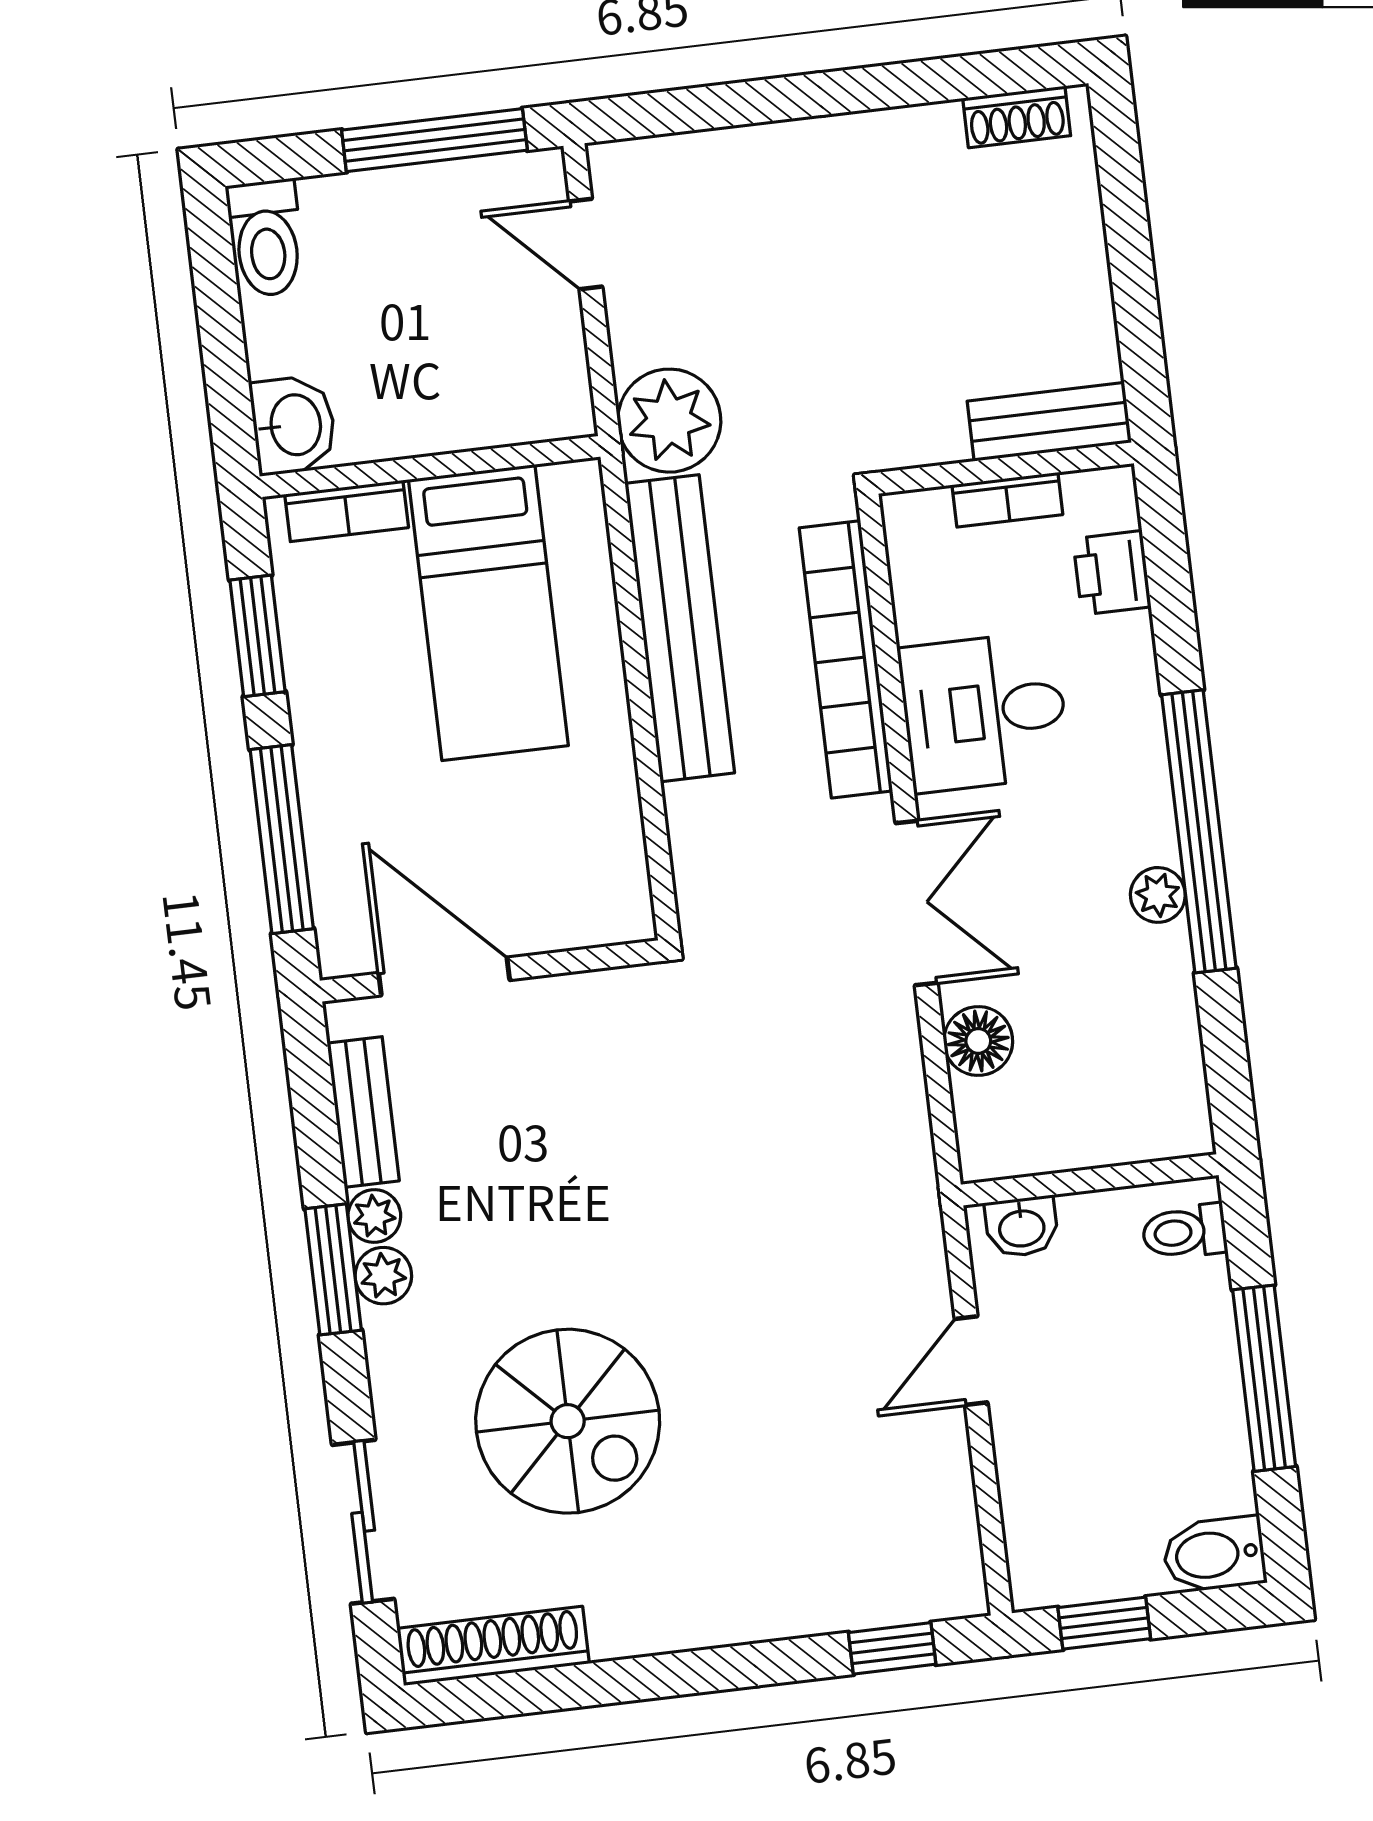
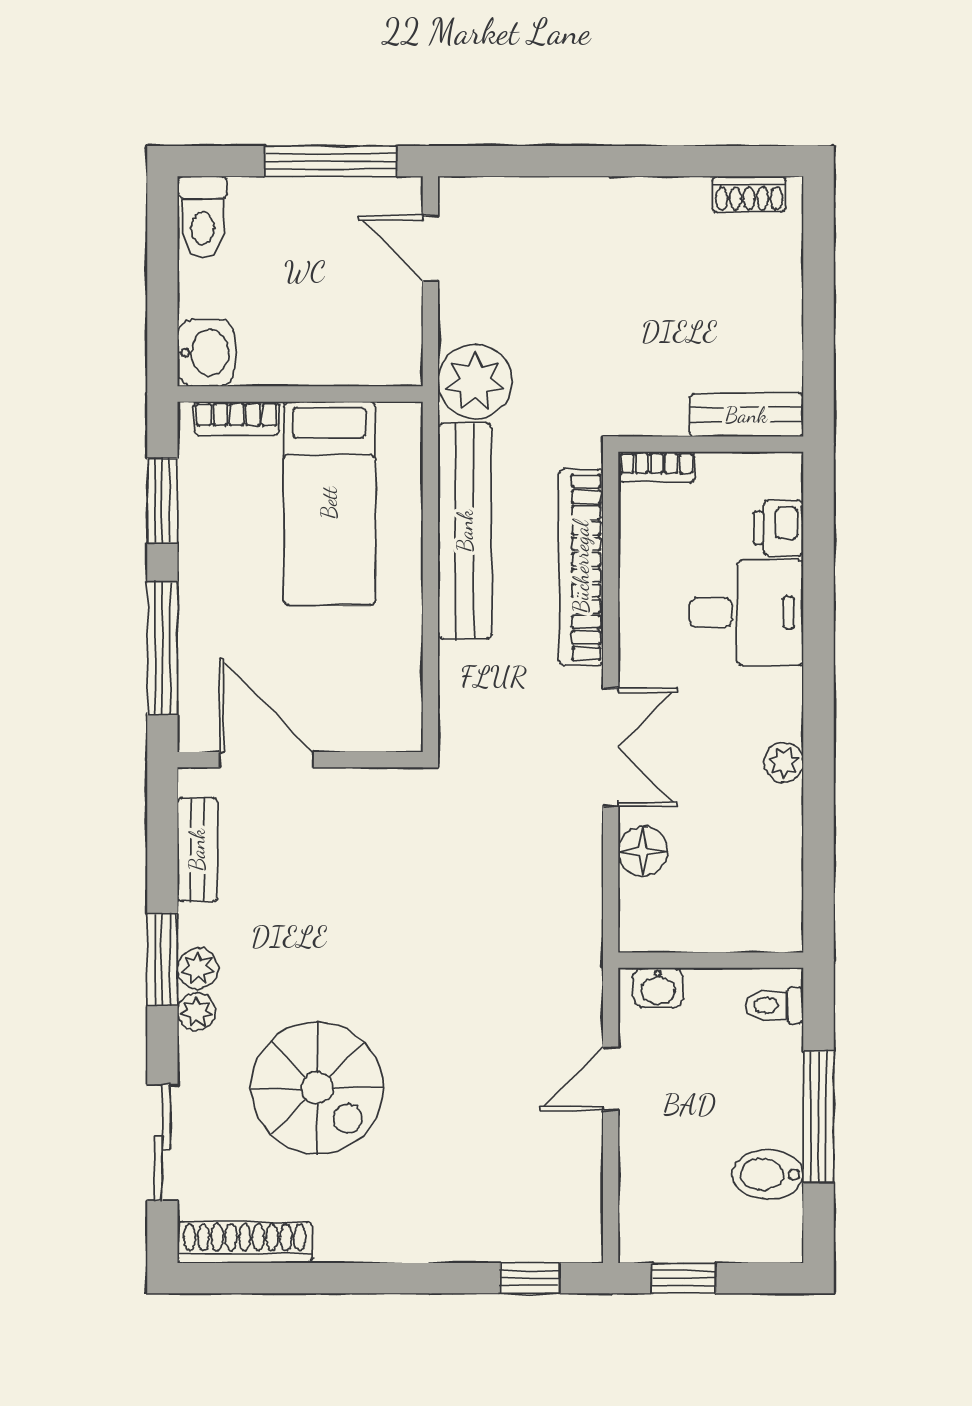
bookcase: (1007, 500) -> (657, 467), moved
desk: (984, 712) -> (746, 613), moved, turned 180
window: (1199, 831) -> (819, 720), removed
plant: (374, 1216) -> (196, 1012), moved
bidet: (1214, 1554) -> (768, 1174), moved

